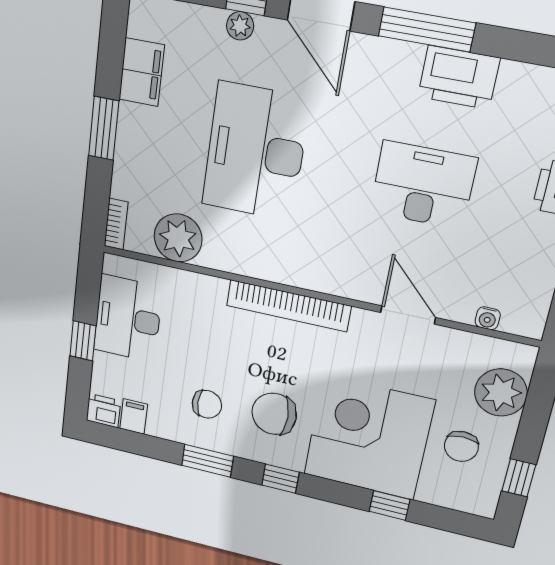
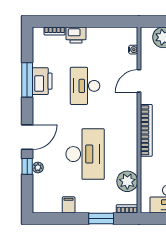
window: (427, 30) -> (27, 80), moved
filing cabinet: (142, 72) -> (69, 205), width x0.50
window: (104, 128) -> (101, 219), moved
desk: (255, 152) -> (85, 154), turned -90

